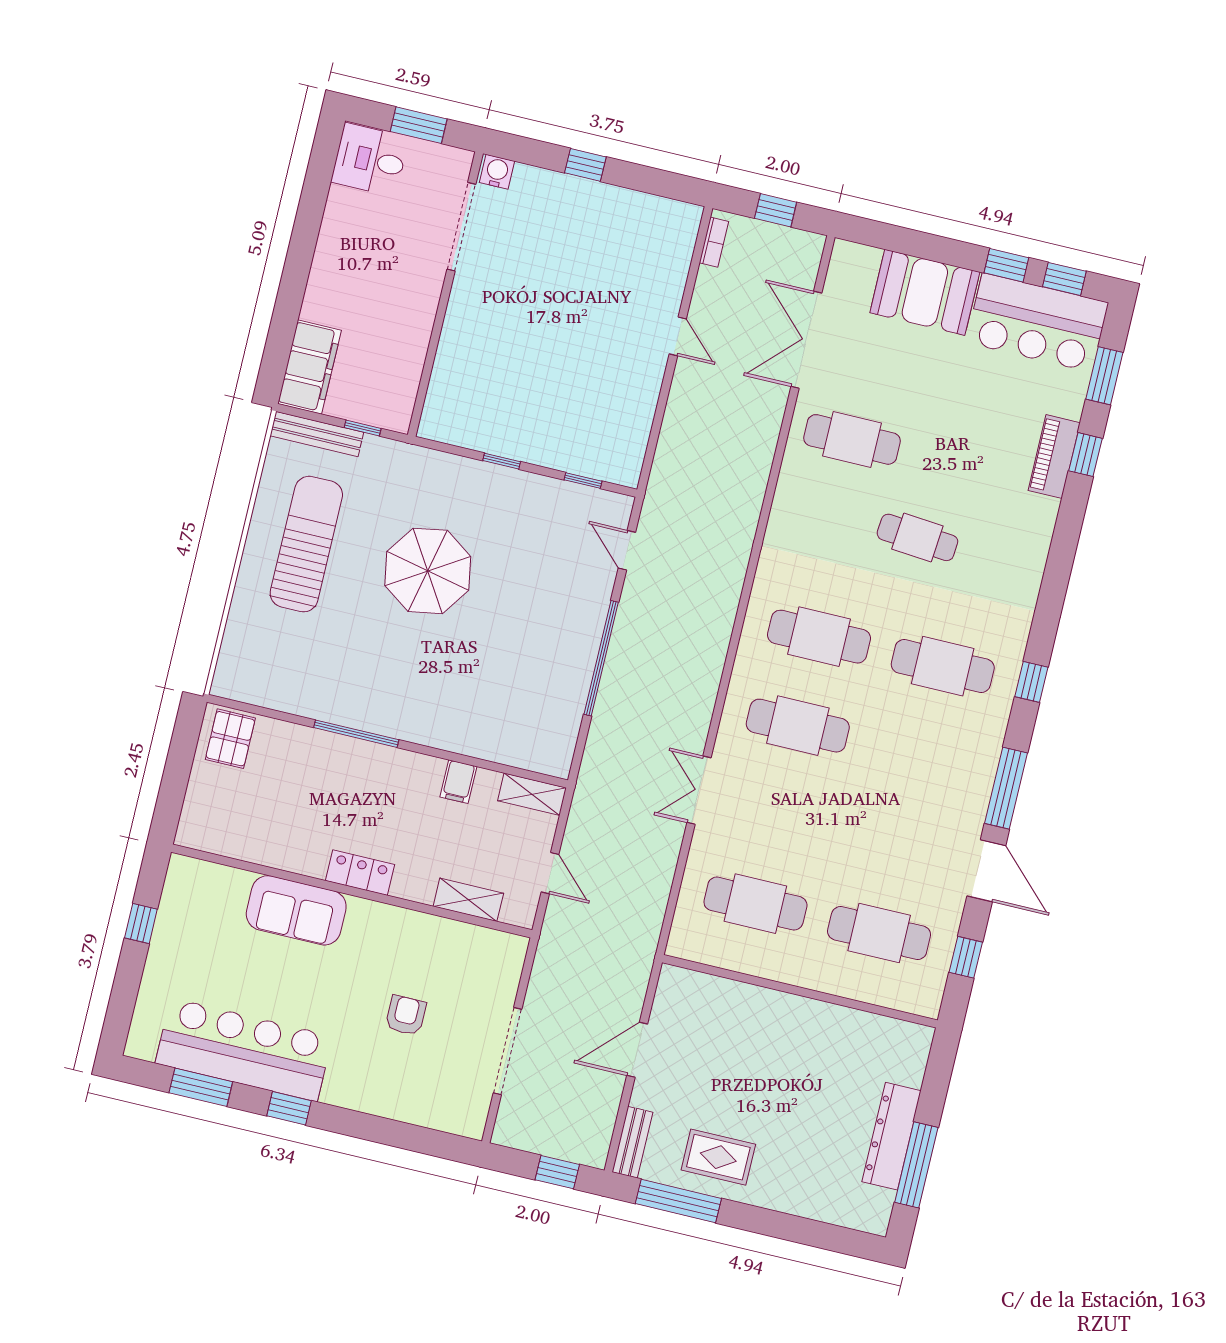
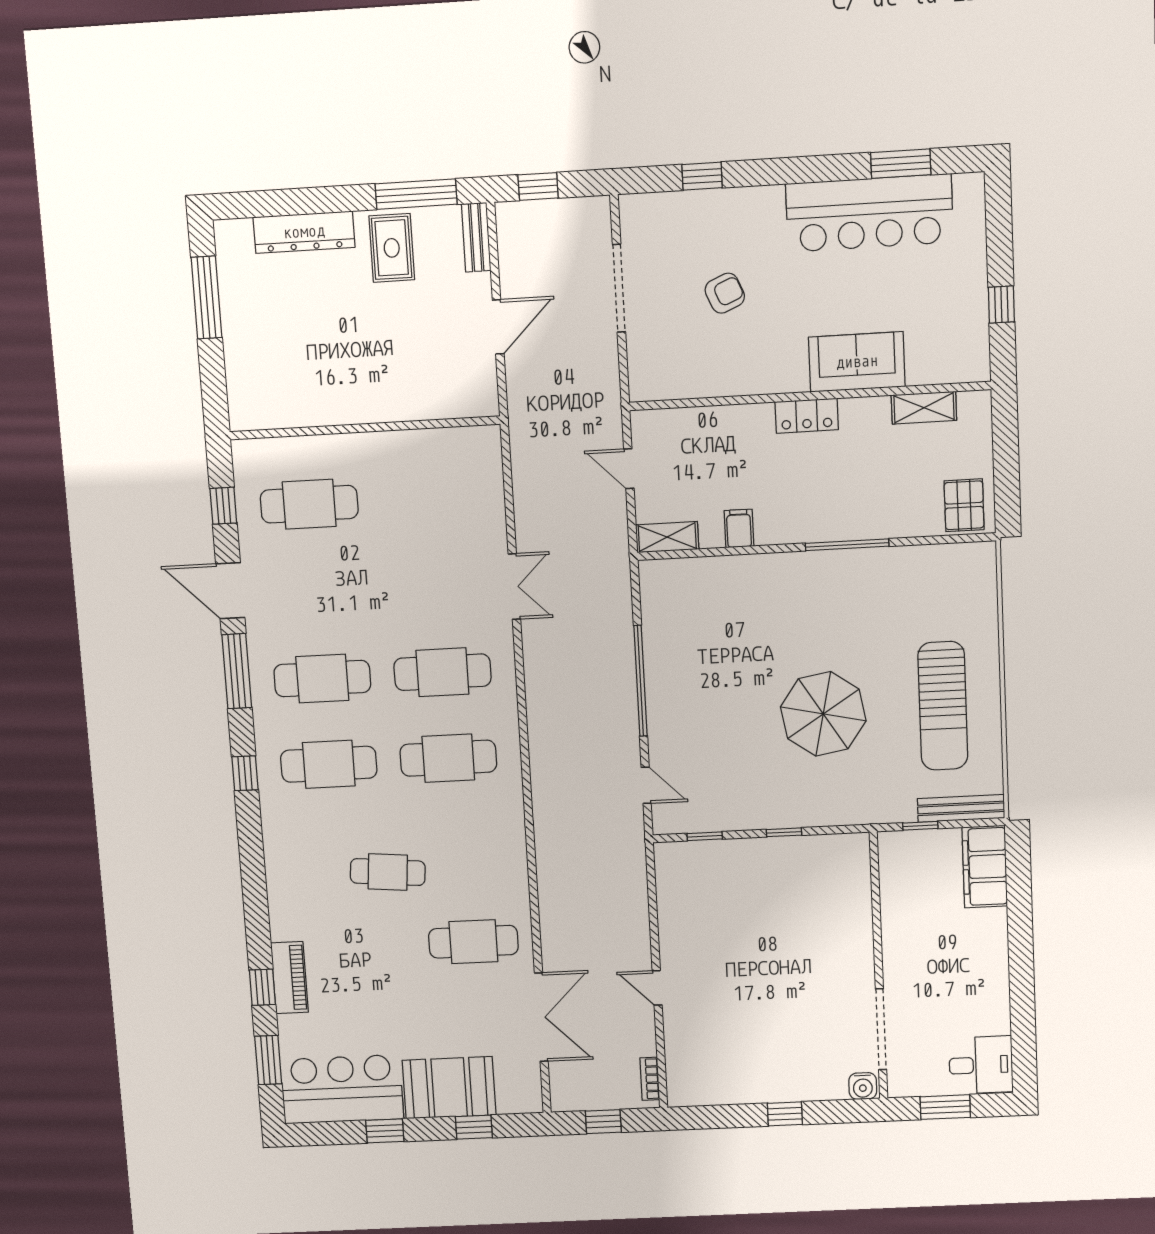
window: (1064, 279) -> (474, 1127), moved
shelving: (468, 900) -> (924, 408), moved
cafe table: (755, 904) -> (322, 679), moved
armchair: (406, 1015) -> (725, 293), turned -113
window: (289, 1108) -> (702, 176), moved
dresser: (891, 1136) -> (304, 232), moved, turned 90
rug: (718, 1157) -> (392, 248), turned 90

